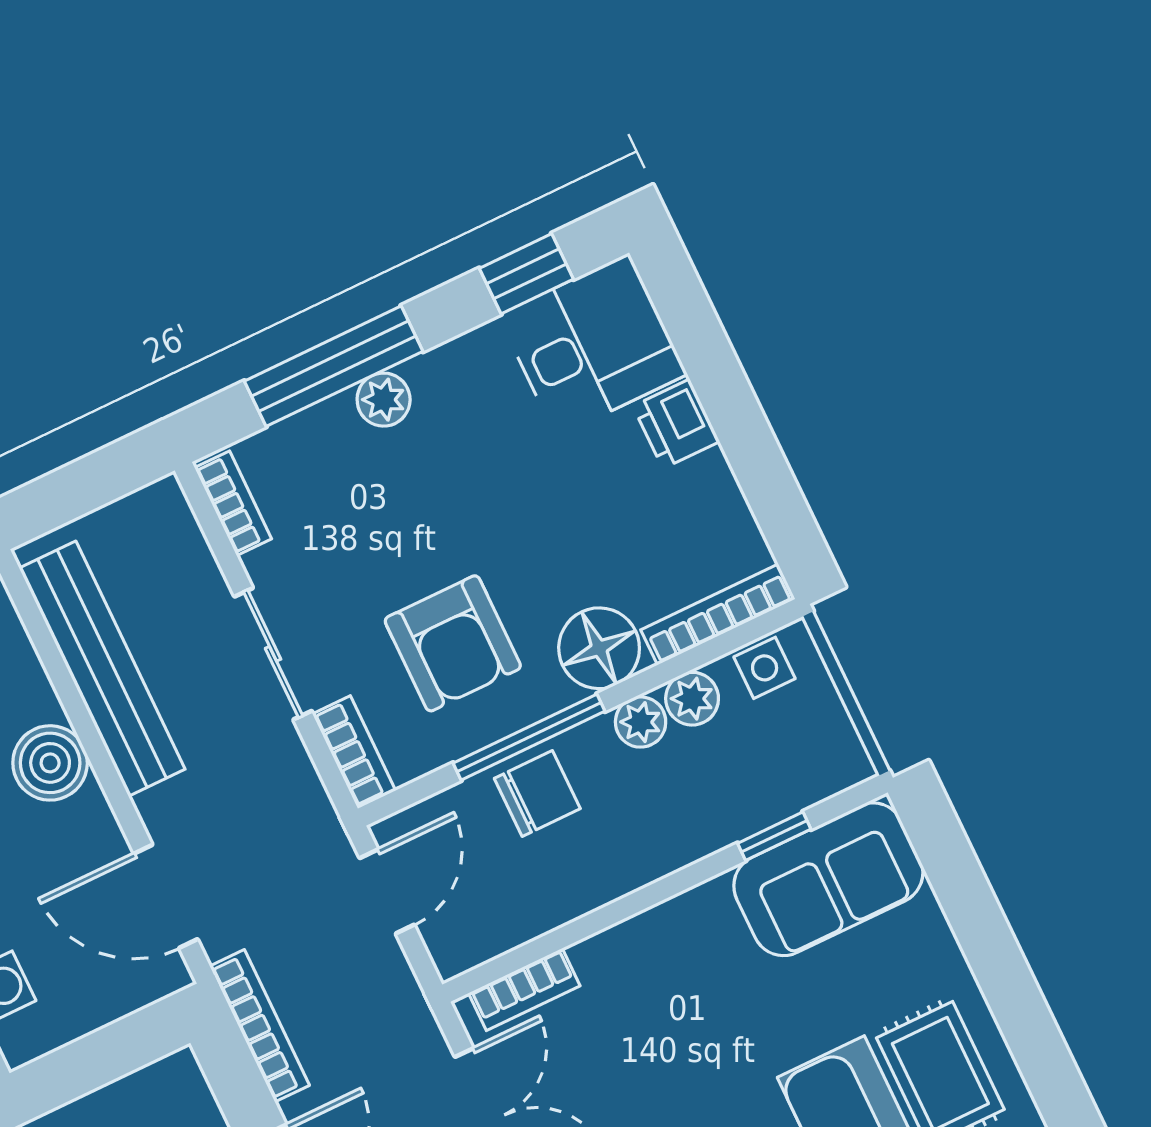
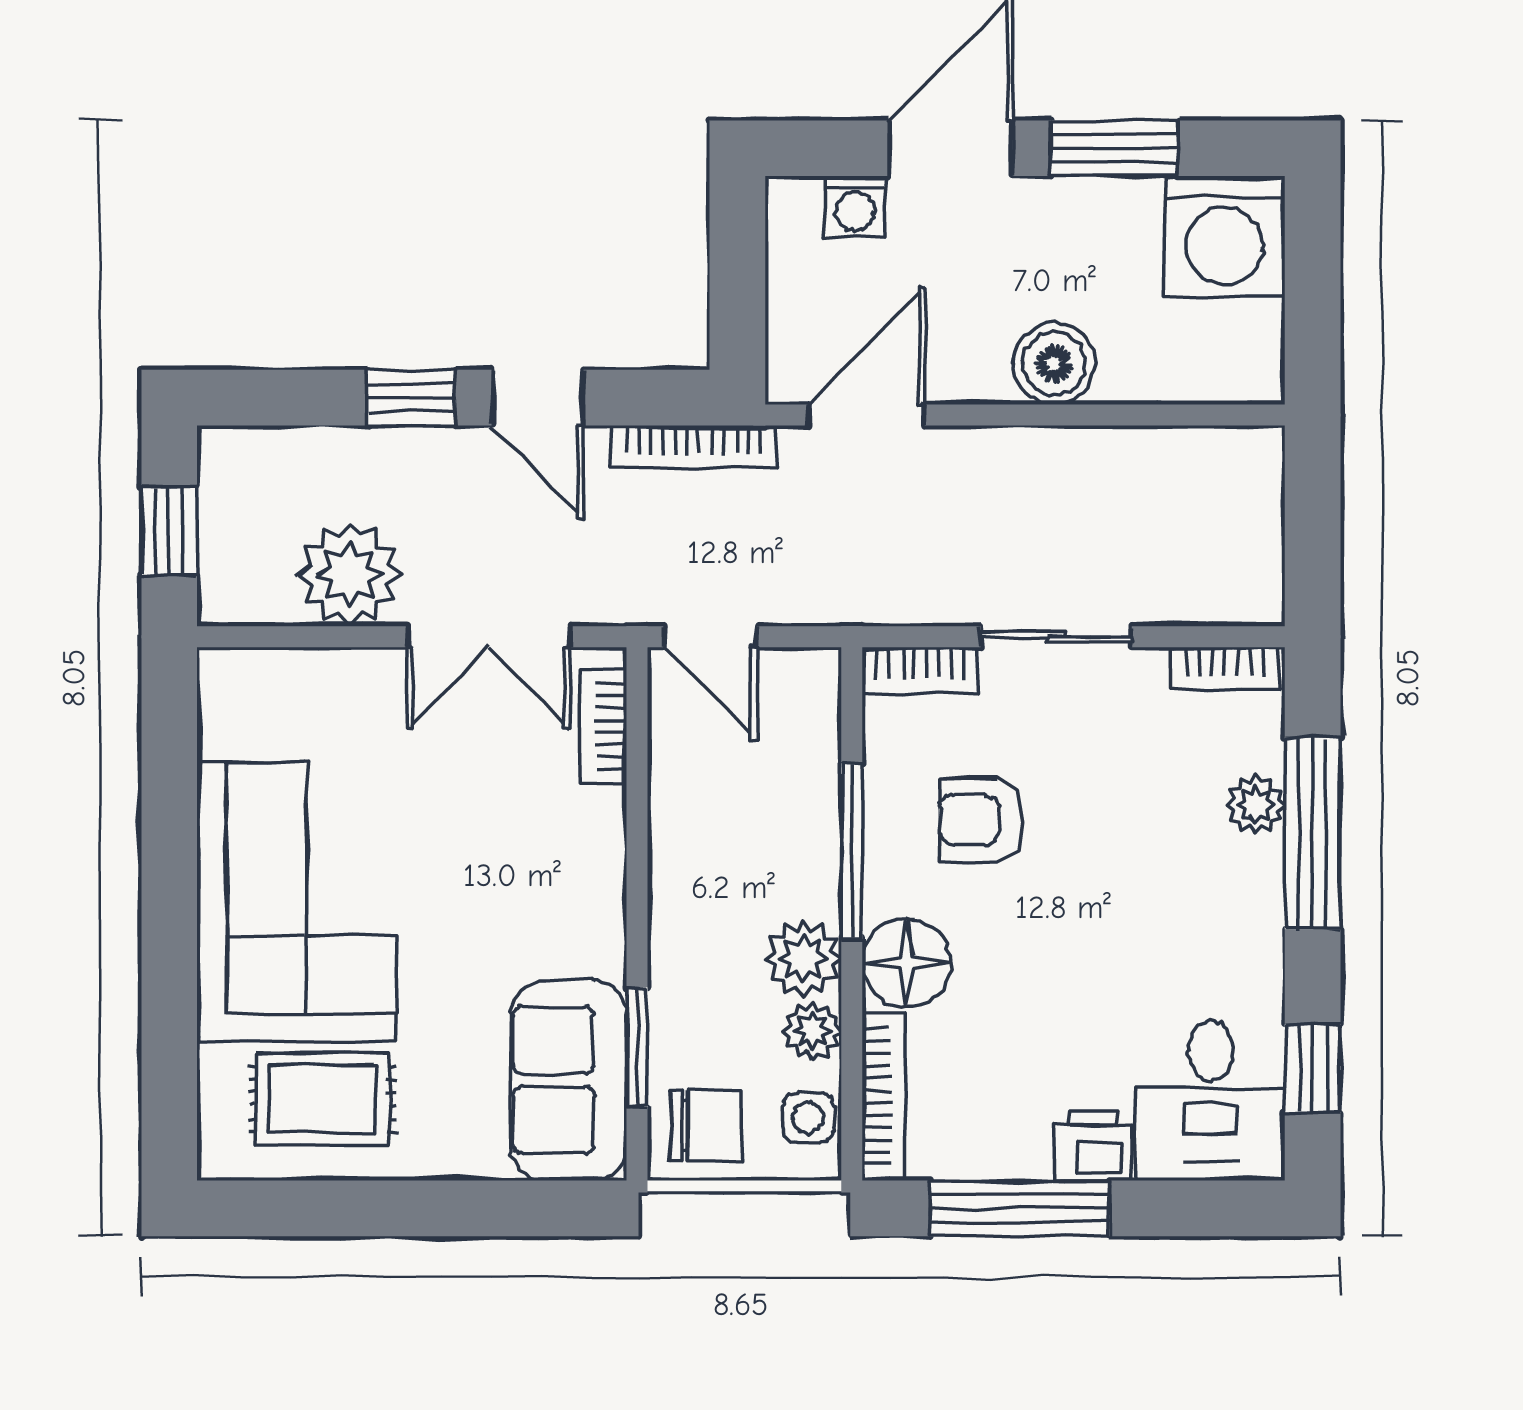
plant: (384, 400) -> (1256, 805), moved
window: (756, 459) -> (1020, 1208), added
armchair: (453, 643) -> (981, 820), width x0.72, depth x0.72
bench: (102, 669) -> (1123, 460), removed
plant: (641, 722) -> (803, 958), width x1.38, depth x1.38
chair: (537, 793) -> (706, 1125), moved, turned -90
window: (774, 836) -> (637, 1047), width x1.50
door: (387, 891) -> (710, 637), moved

